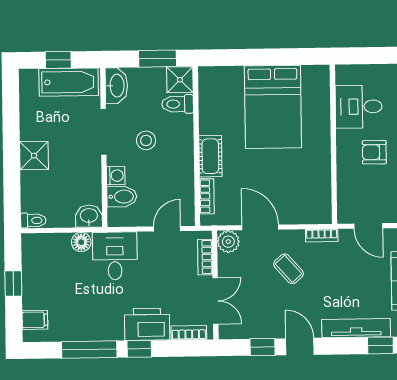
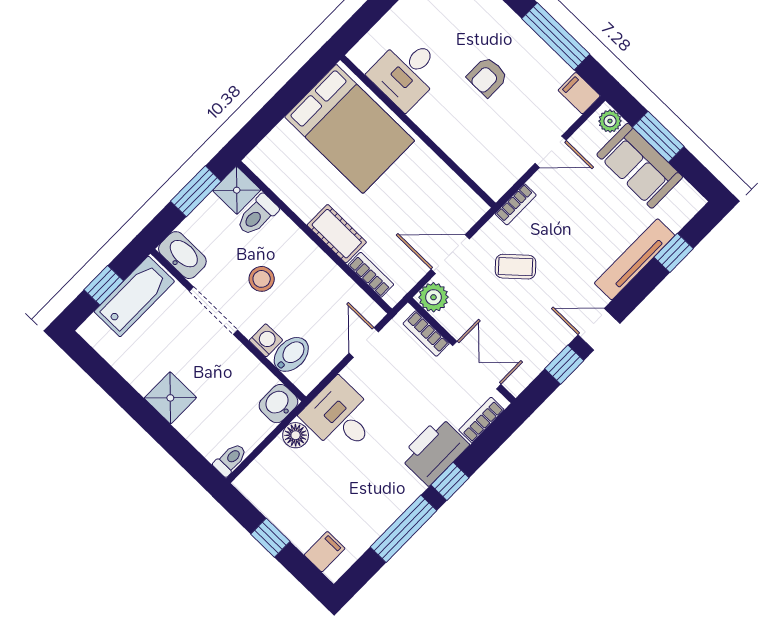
desk: (359, 107) -> (406, 72), moved
wall: (333, 144) -> (418, 131), moved

